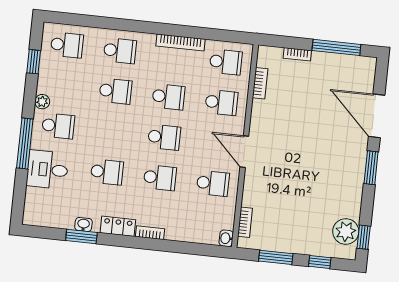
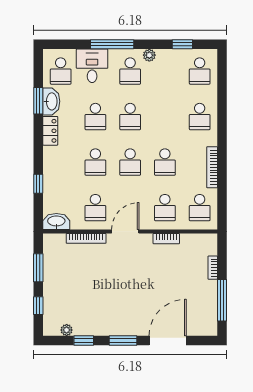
bookcase: (260, 83) -> (166, 239), moved
school desk: (115, 91) -> (130, 117), moved
school desk: (50, 207) -> (61, 71), added
bookcase: (245, 222) -> (86, 238), moved, width x1.56
washbasin: (83, 224) -> (51, 101), width x1.91, depth x1.45
plant: (346, 232) -> (67, 330), width x0.53, depth x0.53
bookcase: (150, 233) -> (48, 159), removed
window: (364, 237) -> (84, 341), moved
washbasin: (226, 238) -> (56, 221), width x1.91, depth x1.45
window: (178, 247) -> (38, 184), added

